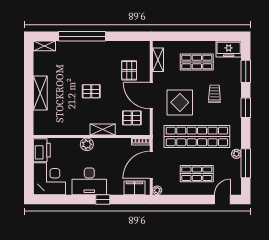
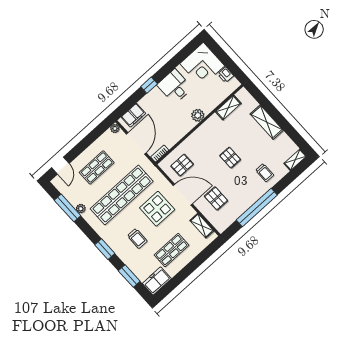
window: (82, 36) -> (257, 208), moved
trolley: (76, 57) -> (265, 173), added
pallet: (91, 91) -> (230, 158), turned 90
shelving: (103, 130) -> (228, 108), moved
printer: (42, 150) -> (226, 75), width x0.53, depth x0.68
desk: (89, 181) -> (175, 86), width x0.73

